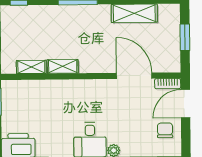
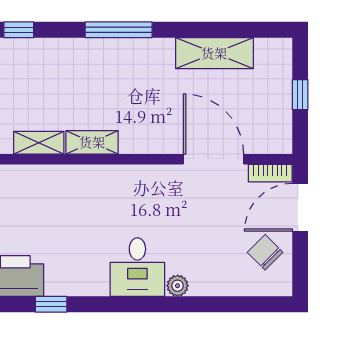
window: (185, 37) -> (300, 95), width x0.67
chair: (165, 130) -> (265, 252), turned -45

